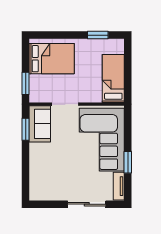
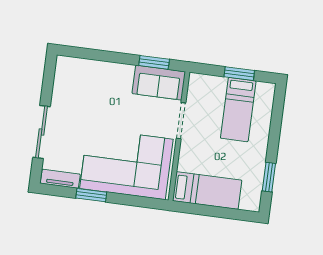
bed: (52, 59) -> (238, 110), width x0.67
window: (26, 83) -> (239, 74), moved

